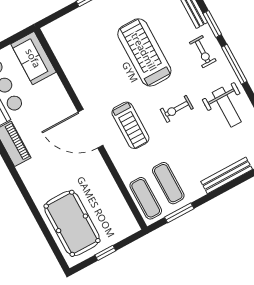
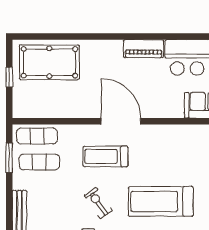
treadmill: (144, 52) -> (161, 201), turned 180
exercise bike: (177, 109) -> (98, 203), turned -35
door: (91, 129) -> (121, 121), hinge flipped

